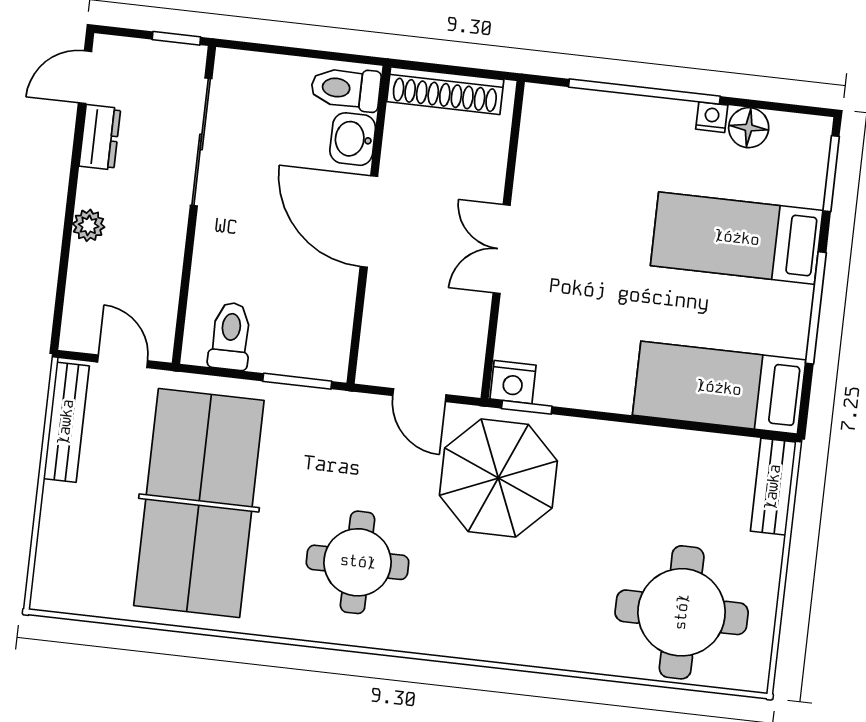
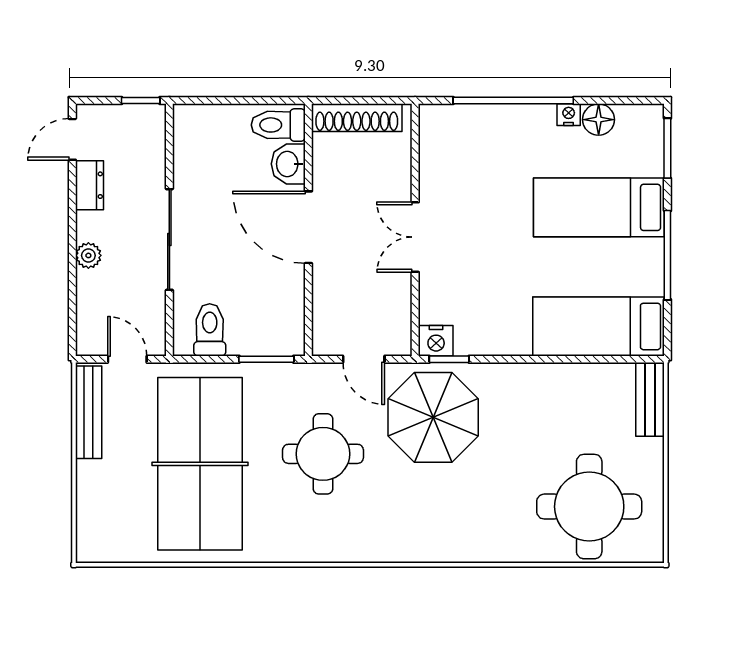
sliding door: (201, 142) -> (169, 239), moved
round table: (358, 562) -> (323, 454), moved

